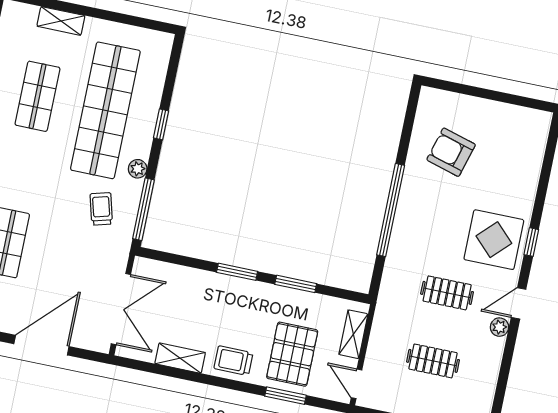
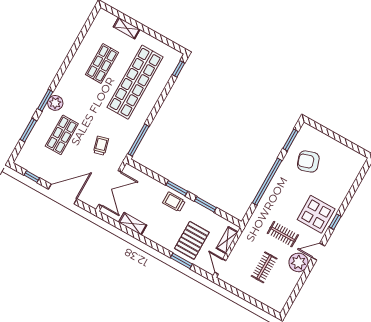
window: (161, 124) -> (179, 69), moved
window: (408, 125) -> (291, 140), added
armchair: (451, 152) -> (308, 161), turned -34
plant: (138, 169) -> (142, 118), removed
trolley: (101, 209) -> (101, 146), moved
plant: (500, 327) -> (298, 262), width x1.88, depth x1.88
trolley: (233, 361) -> (174, 202), moved
clothes rail: (433, 361) -> (264, 267), turned 90

